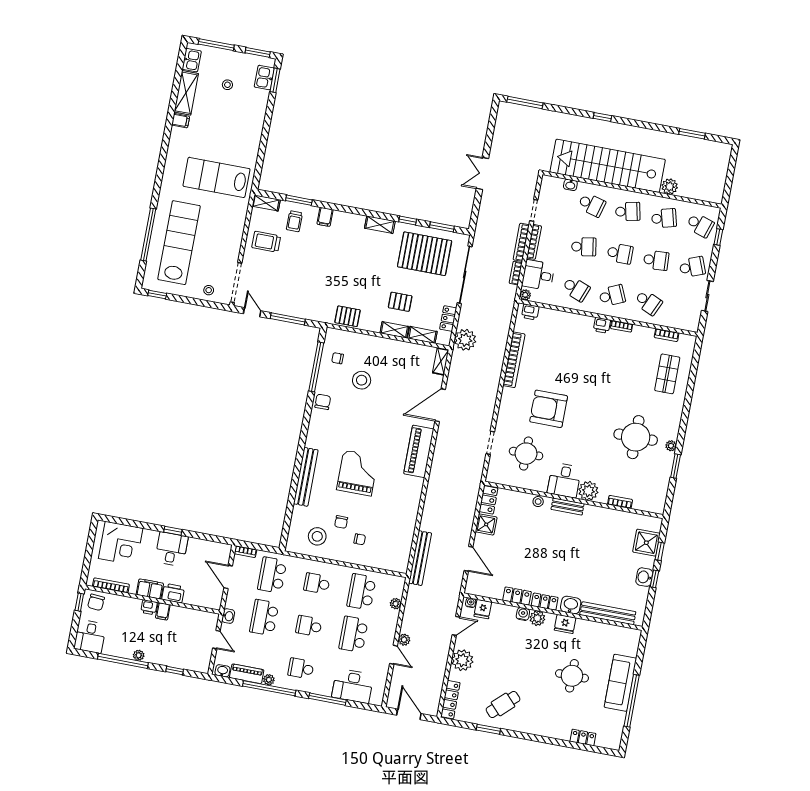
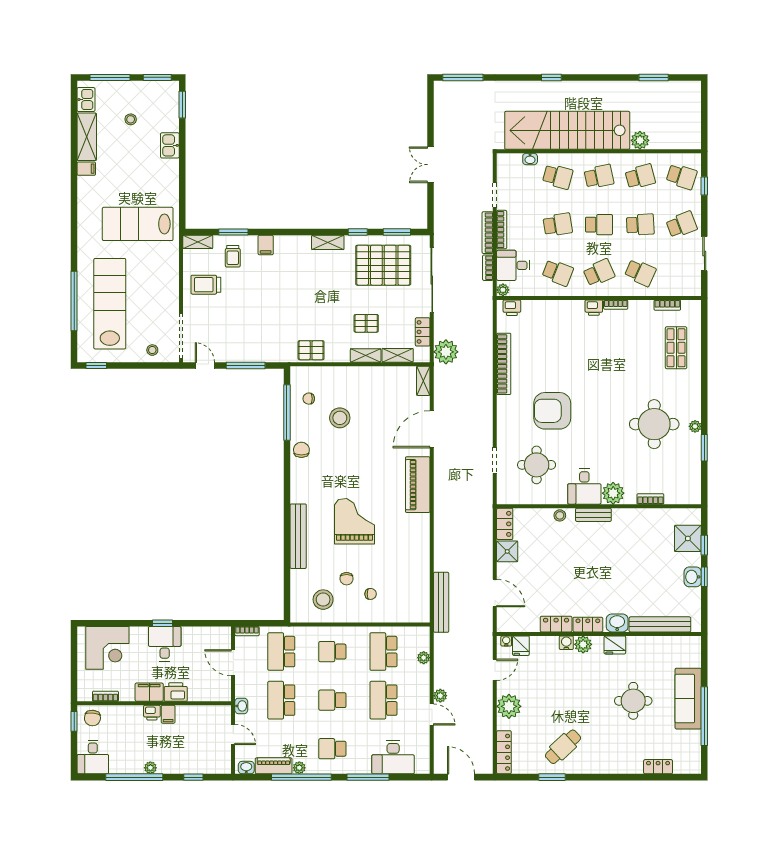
kitchen sink: (264, 78) -> (170, 145), moved
bookcase: (111, 585) -> (105, 696), width x0.64

